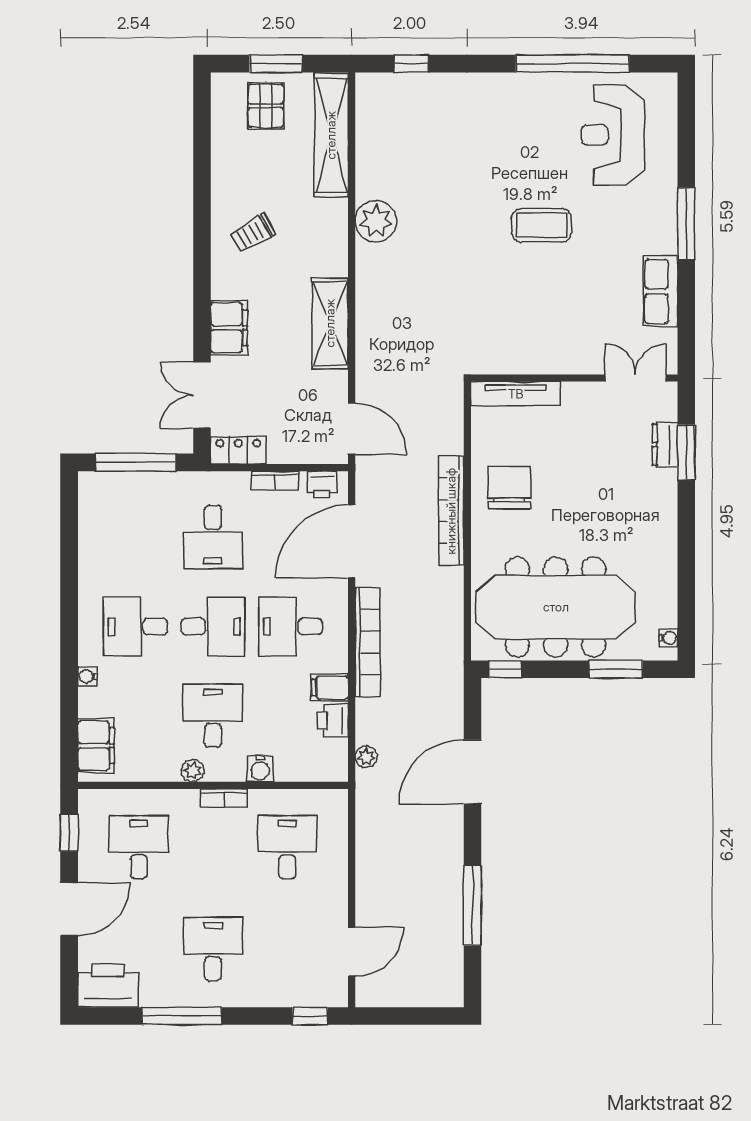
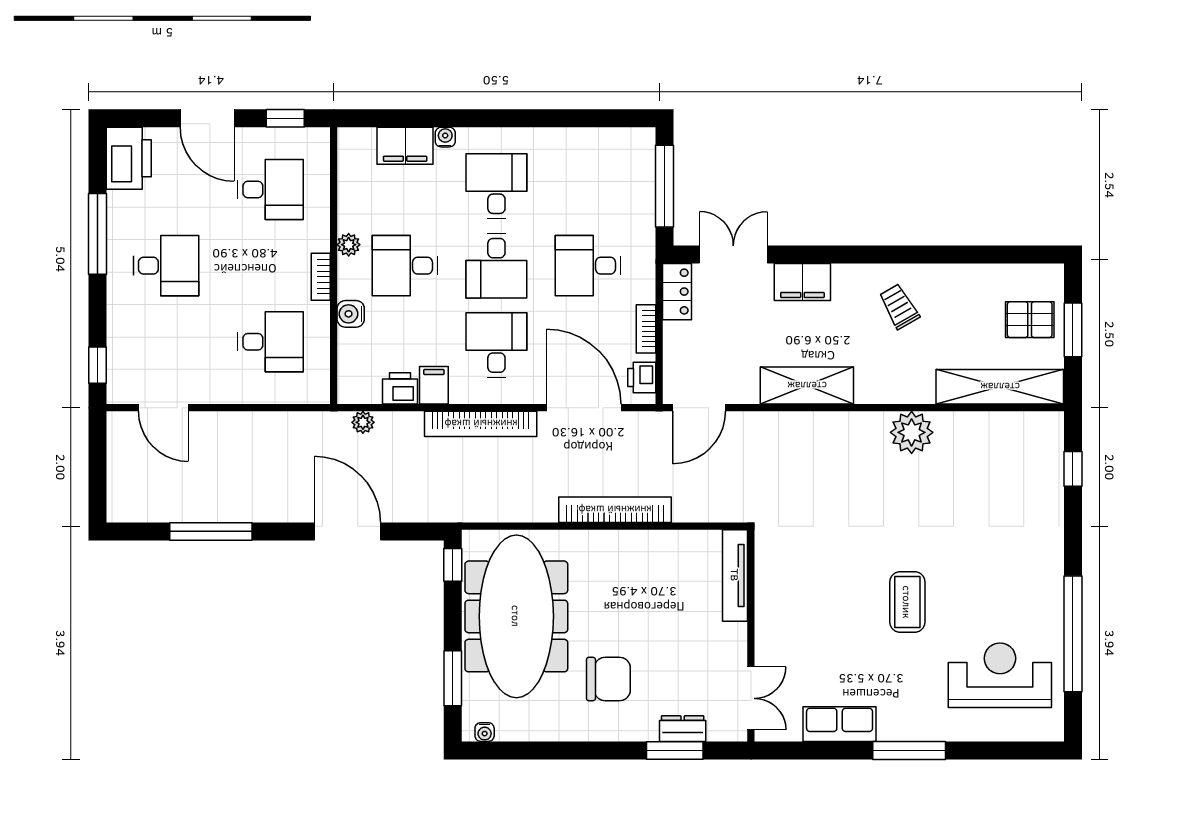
chair: (509, 487) -> (608, 679), moved
desk: (213, 716) -> (405, 266), turned 180
filing cabinet: (96, 746) -> (405, 146), moved

